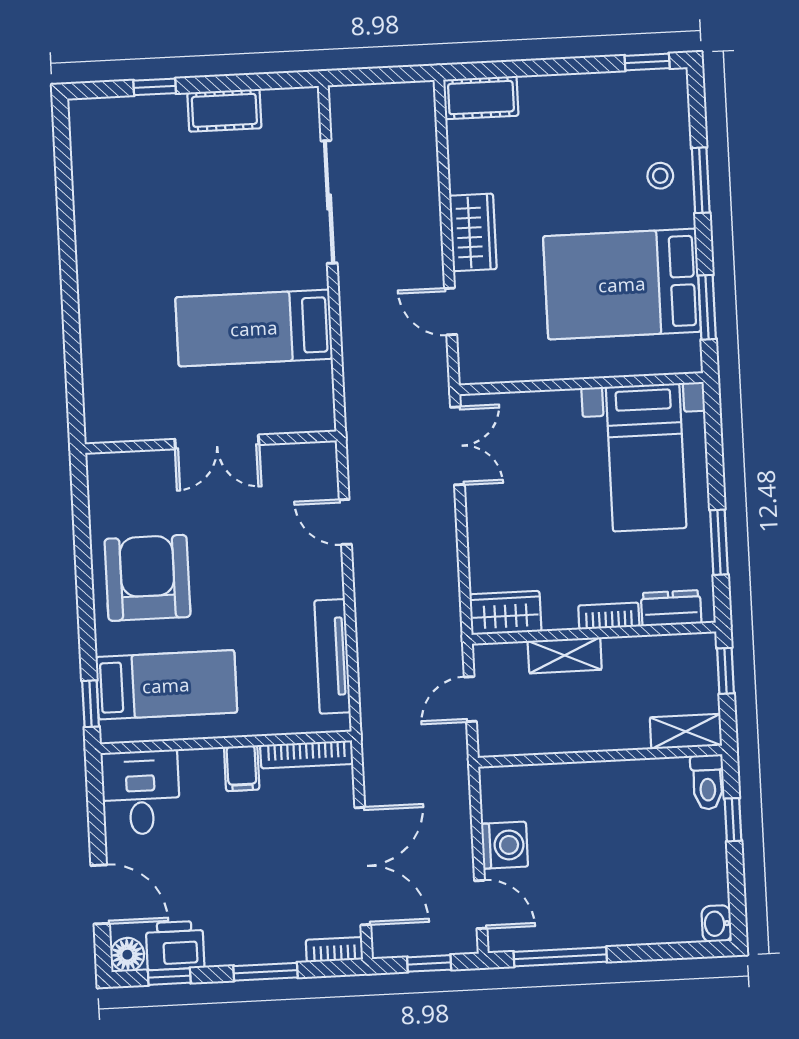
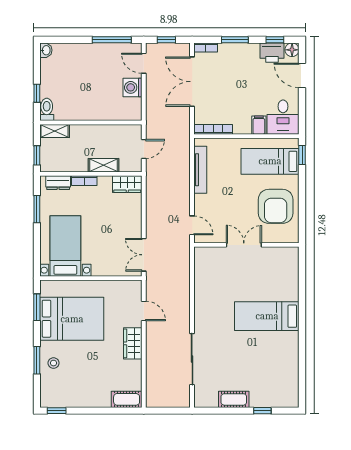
bed: (254, 328) -> (267, 316), moved, turned 180
wall: (211, 442) -> (246, 245), moved
double door: (217, 442) -> (244, 245), moved
filing cabinet: (242, 768) -> (259, 125), moved

